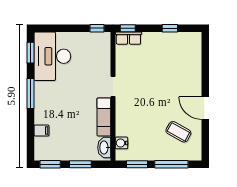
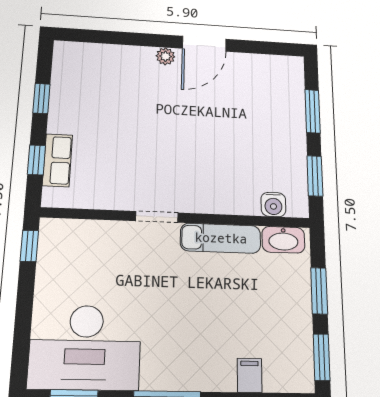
window: (128, 28) -> (36, 160), moved
row of seats: (128, 38) -> (58, 160), moved
plant: (197, 88) -> (165, 56), added
coffee table: (178, 132) -> (250, 95), removed
window: (171, 164) -> (313, 111), width x0.69

